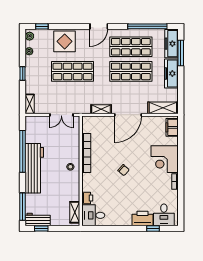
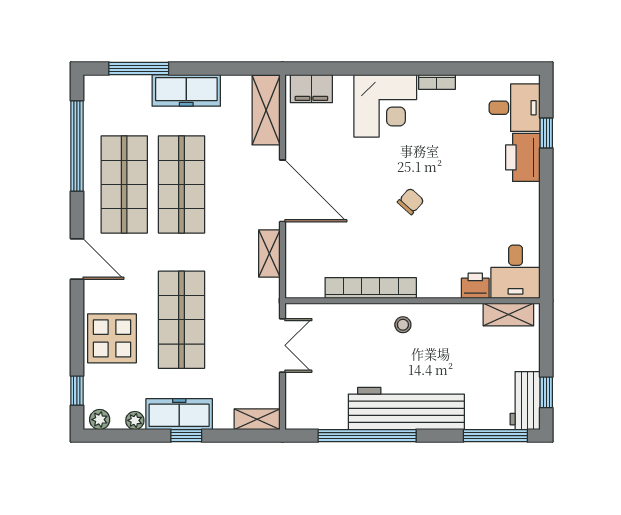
freezer: (172, 44) -> (179, 414), moved, turned 180

